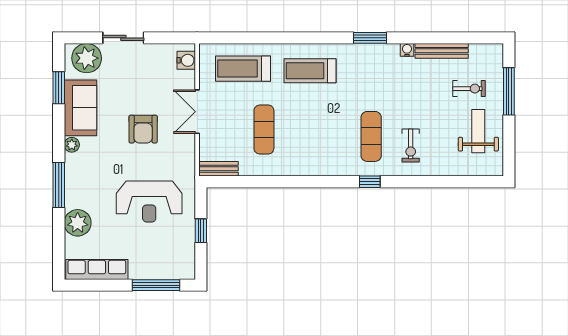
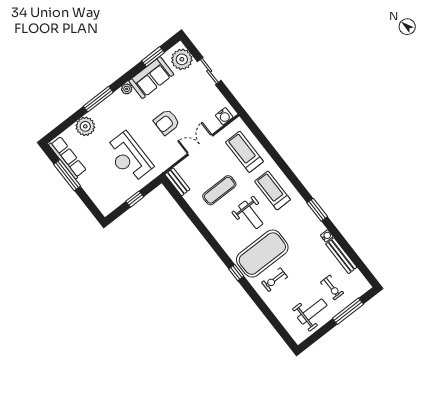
weight bench: (318, 116) -> (251, 215), added
exercise mat: (371, 136) -> (262, 254), width x2.00, depth x1.45
window: (156, 285) -> (67, 175), moved

